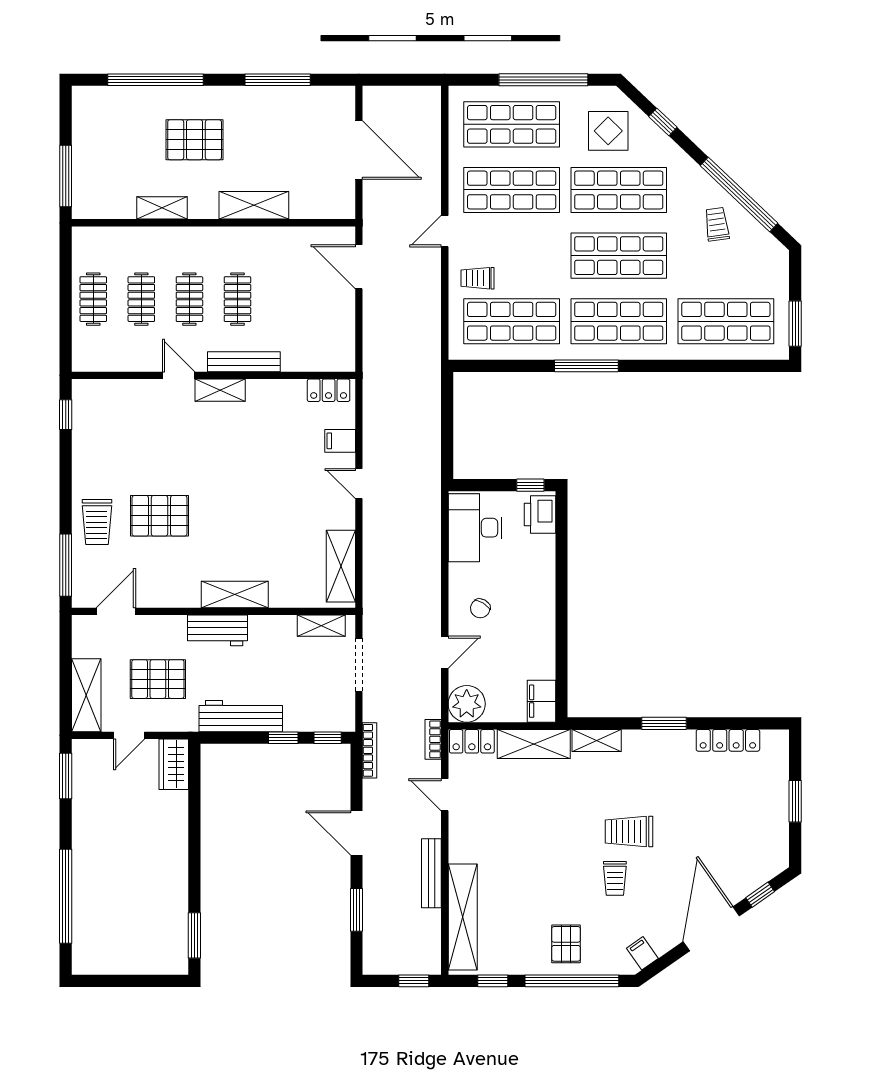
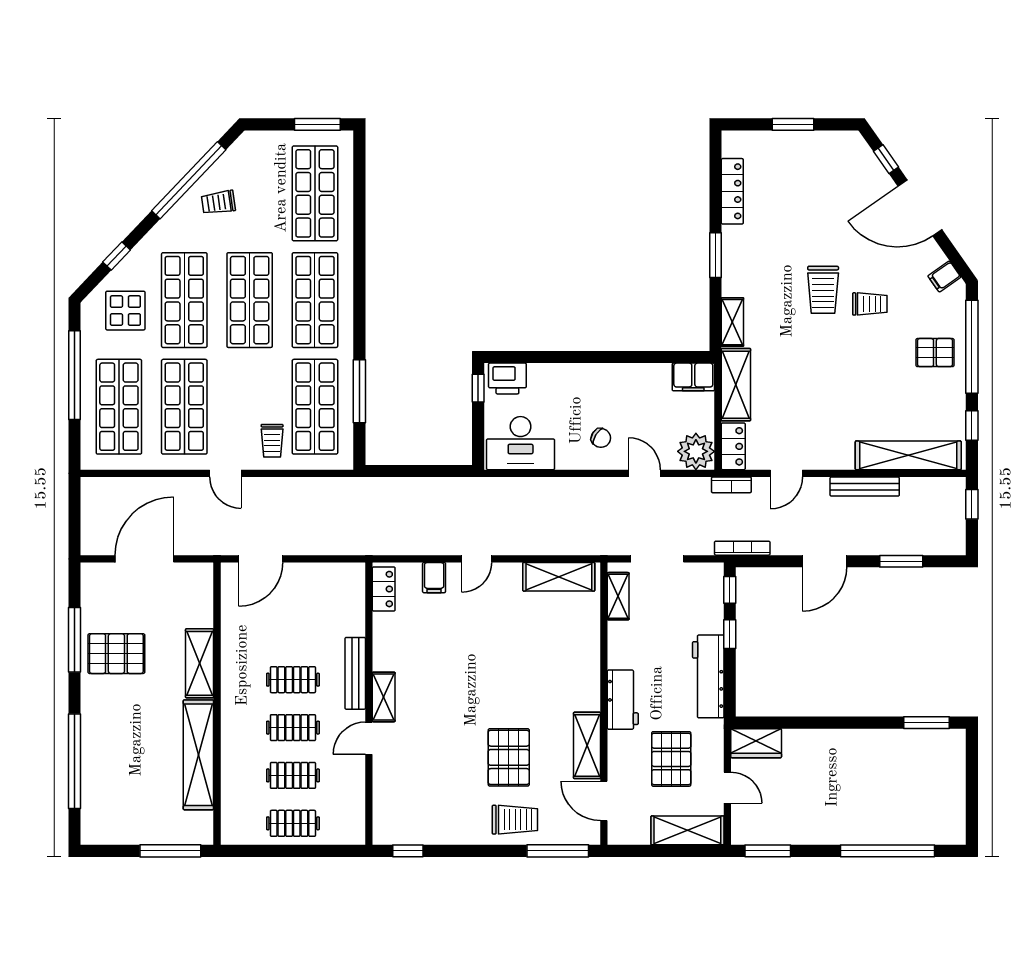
pallet: (195, 140) -> (116, 654), moved, turned 90
shelving: (162, 208) -> (198, 755), width x2.20, depth x1.33
window: (586, 366) -> (359, 391), moved
shelving: (235, 594) -> (587, 745), moved

